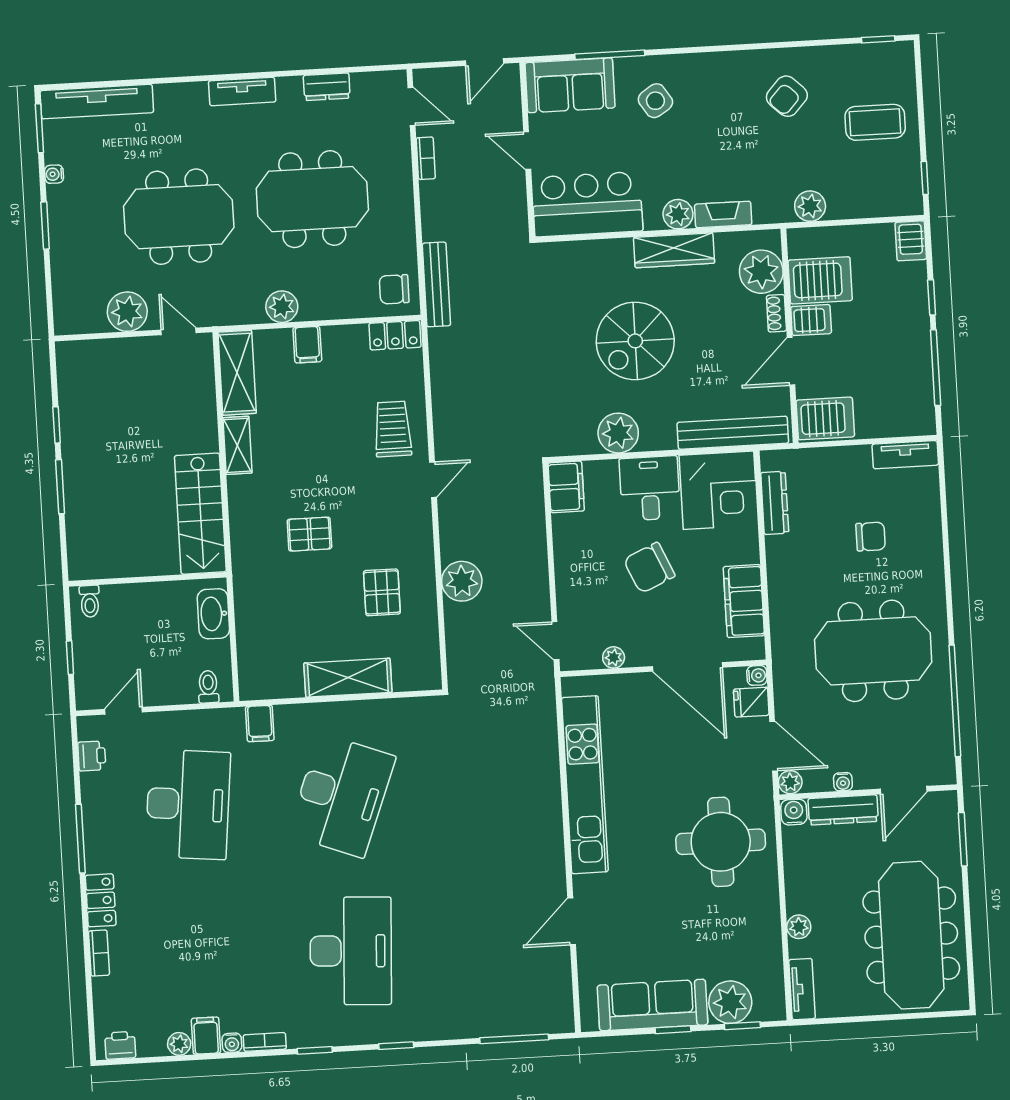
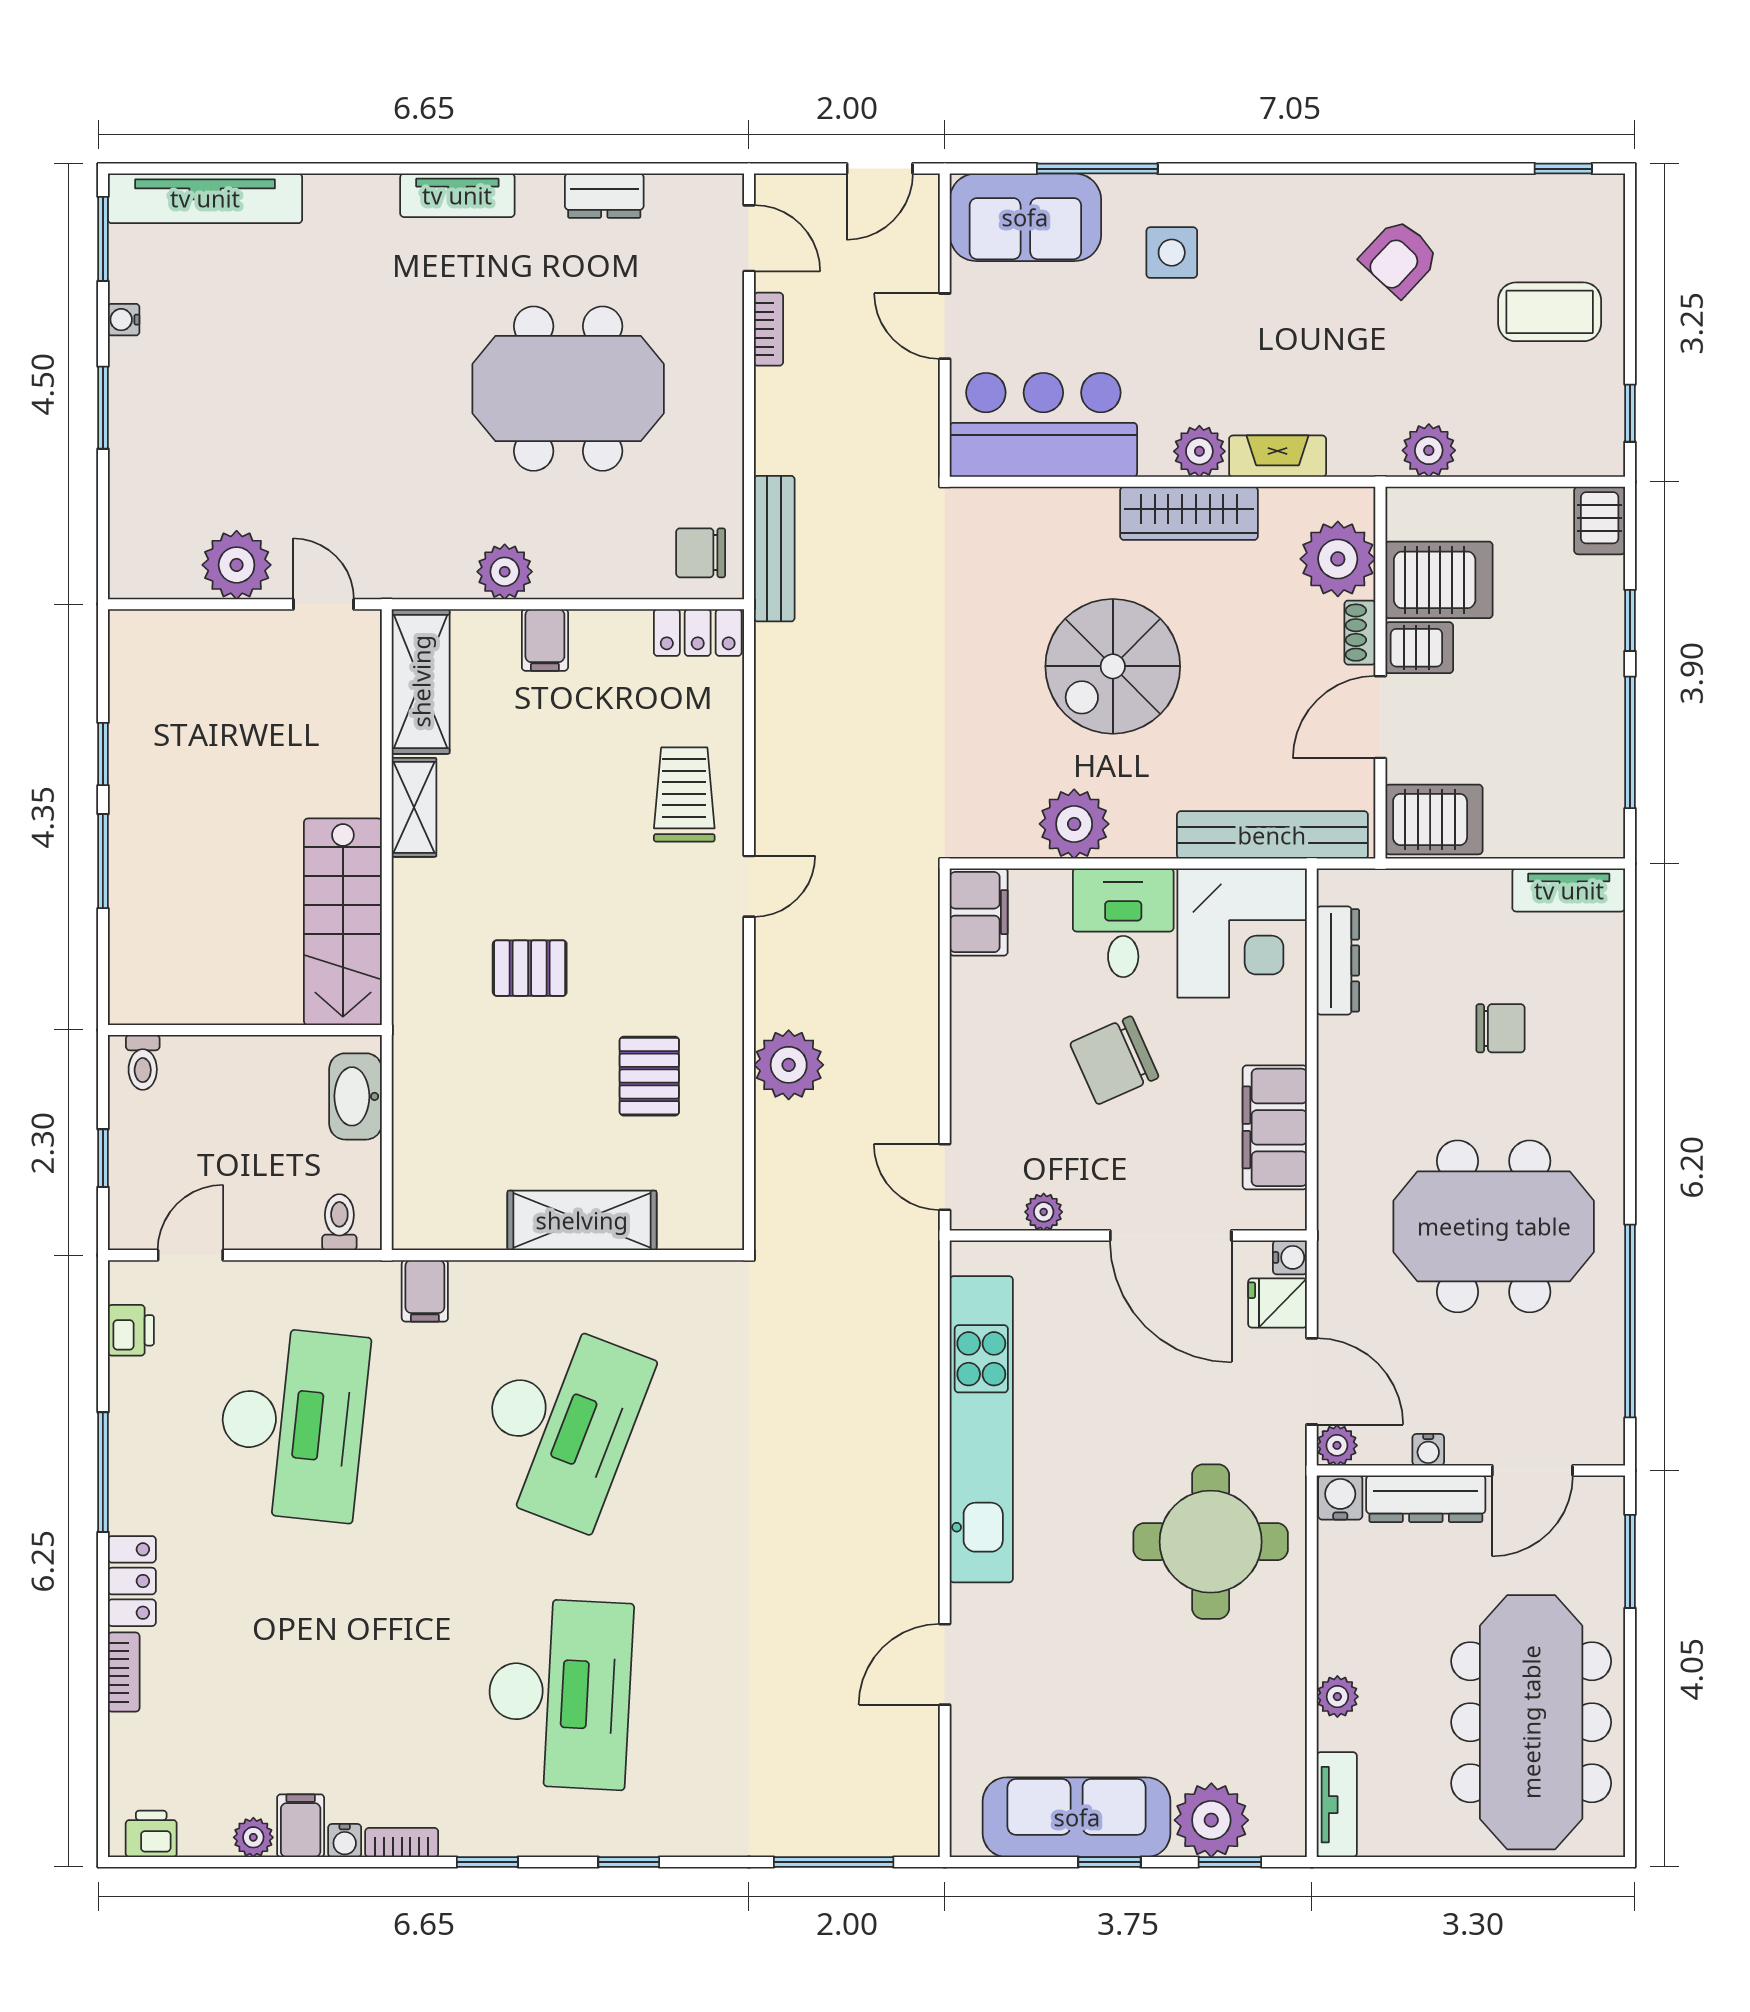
side table: (655, 101) -> (1172, 253), turned 33
meeting table: (179, 217) -> (335, 406), removed

